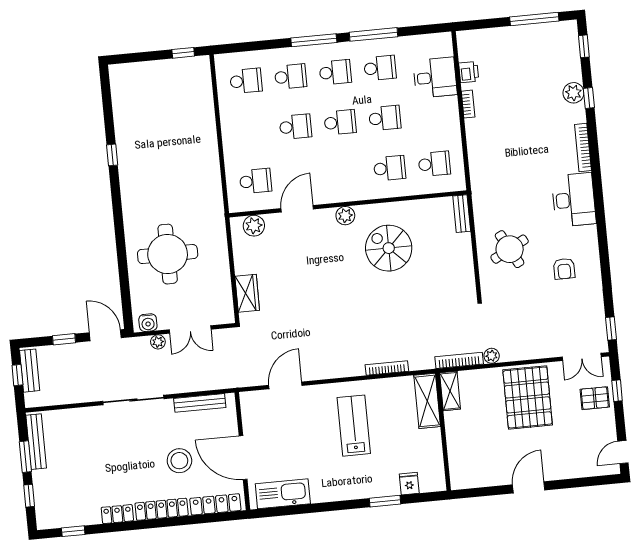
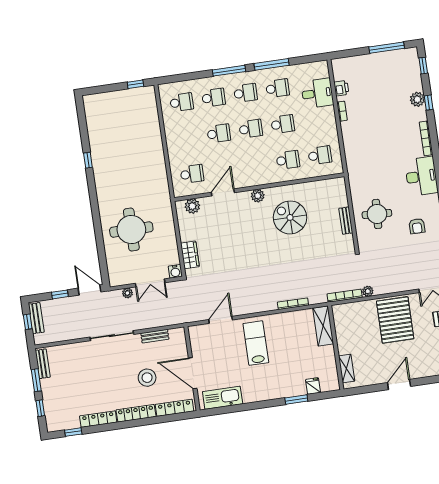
bench: (462, 214) -> (346, 221), moved
round table: (510, 249) -> (377, 214), turned 31
water cooler: (148, 323) -> (175, 271), moved
shelving: (450, 391) -> (347, 369), moved
bench: (200, 403) -> (155, 336), width x0.73
lab bench: (354, 426) -> (256, 343), moved
bench: (36, 442) -> (43, 364), width x0.73
locker: (117, 514) -> (98, 419), width x1.53

